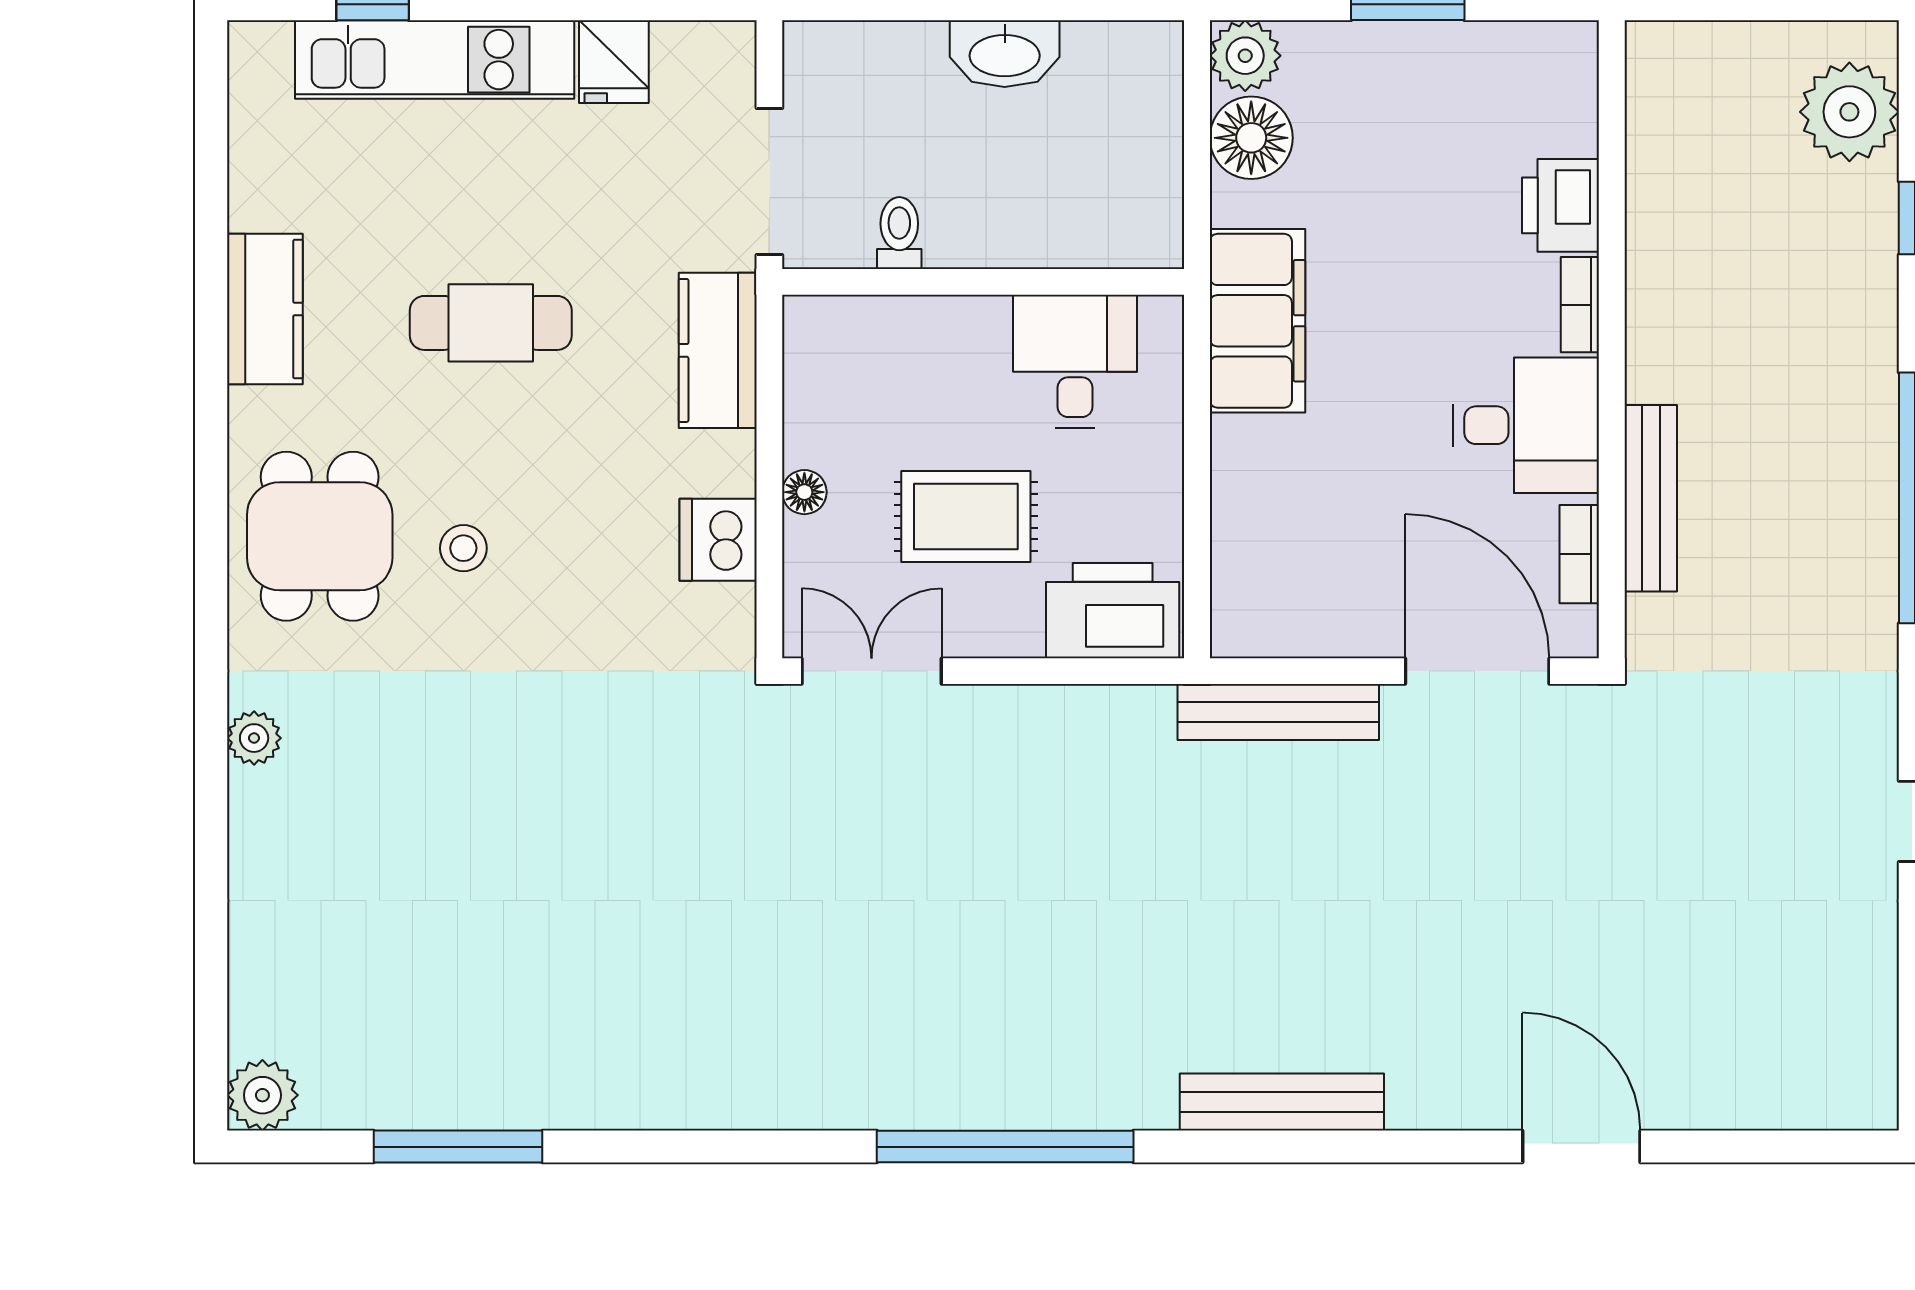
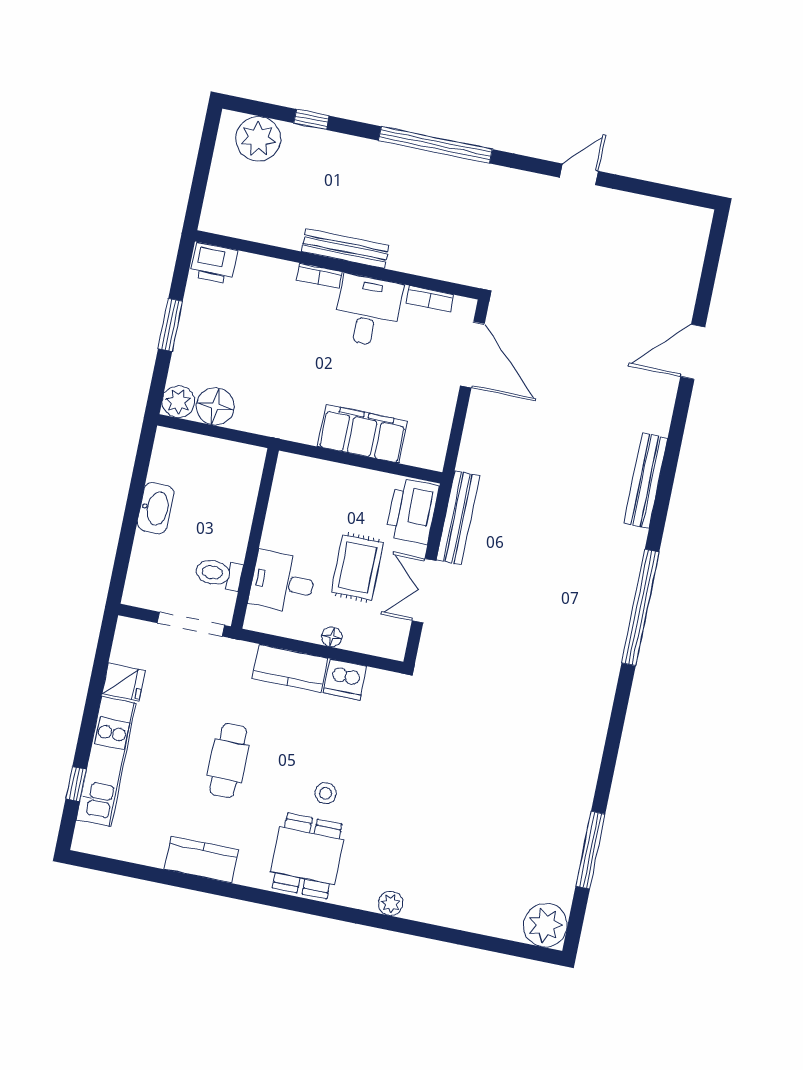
printer: (1561, 205) -> (214, 263), moved
toilet: (899, 233) -> (219, 574), width x1.37, depth x1.39
filing cabinet: (1257, 321) -> (363, 434), moved
kitchen counter: (718, 350) -> (290, 668), moved
desk: (1075, 361) -> (282, 582), moved
bench: (1651, 498) -> (345, 248), moved
dining table: (320, 536) -> (307, 856), turned 90
double door: (872, 671) -> (424, 591), moved
door: (1477, 671) -> (472, 355), swing flipped
bench: (1278, 712) -> (458, 518), moved
plant: (262, 1095) -> (545, 925), width x1.36, depth x1.36

